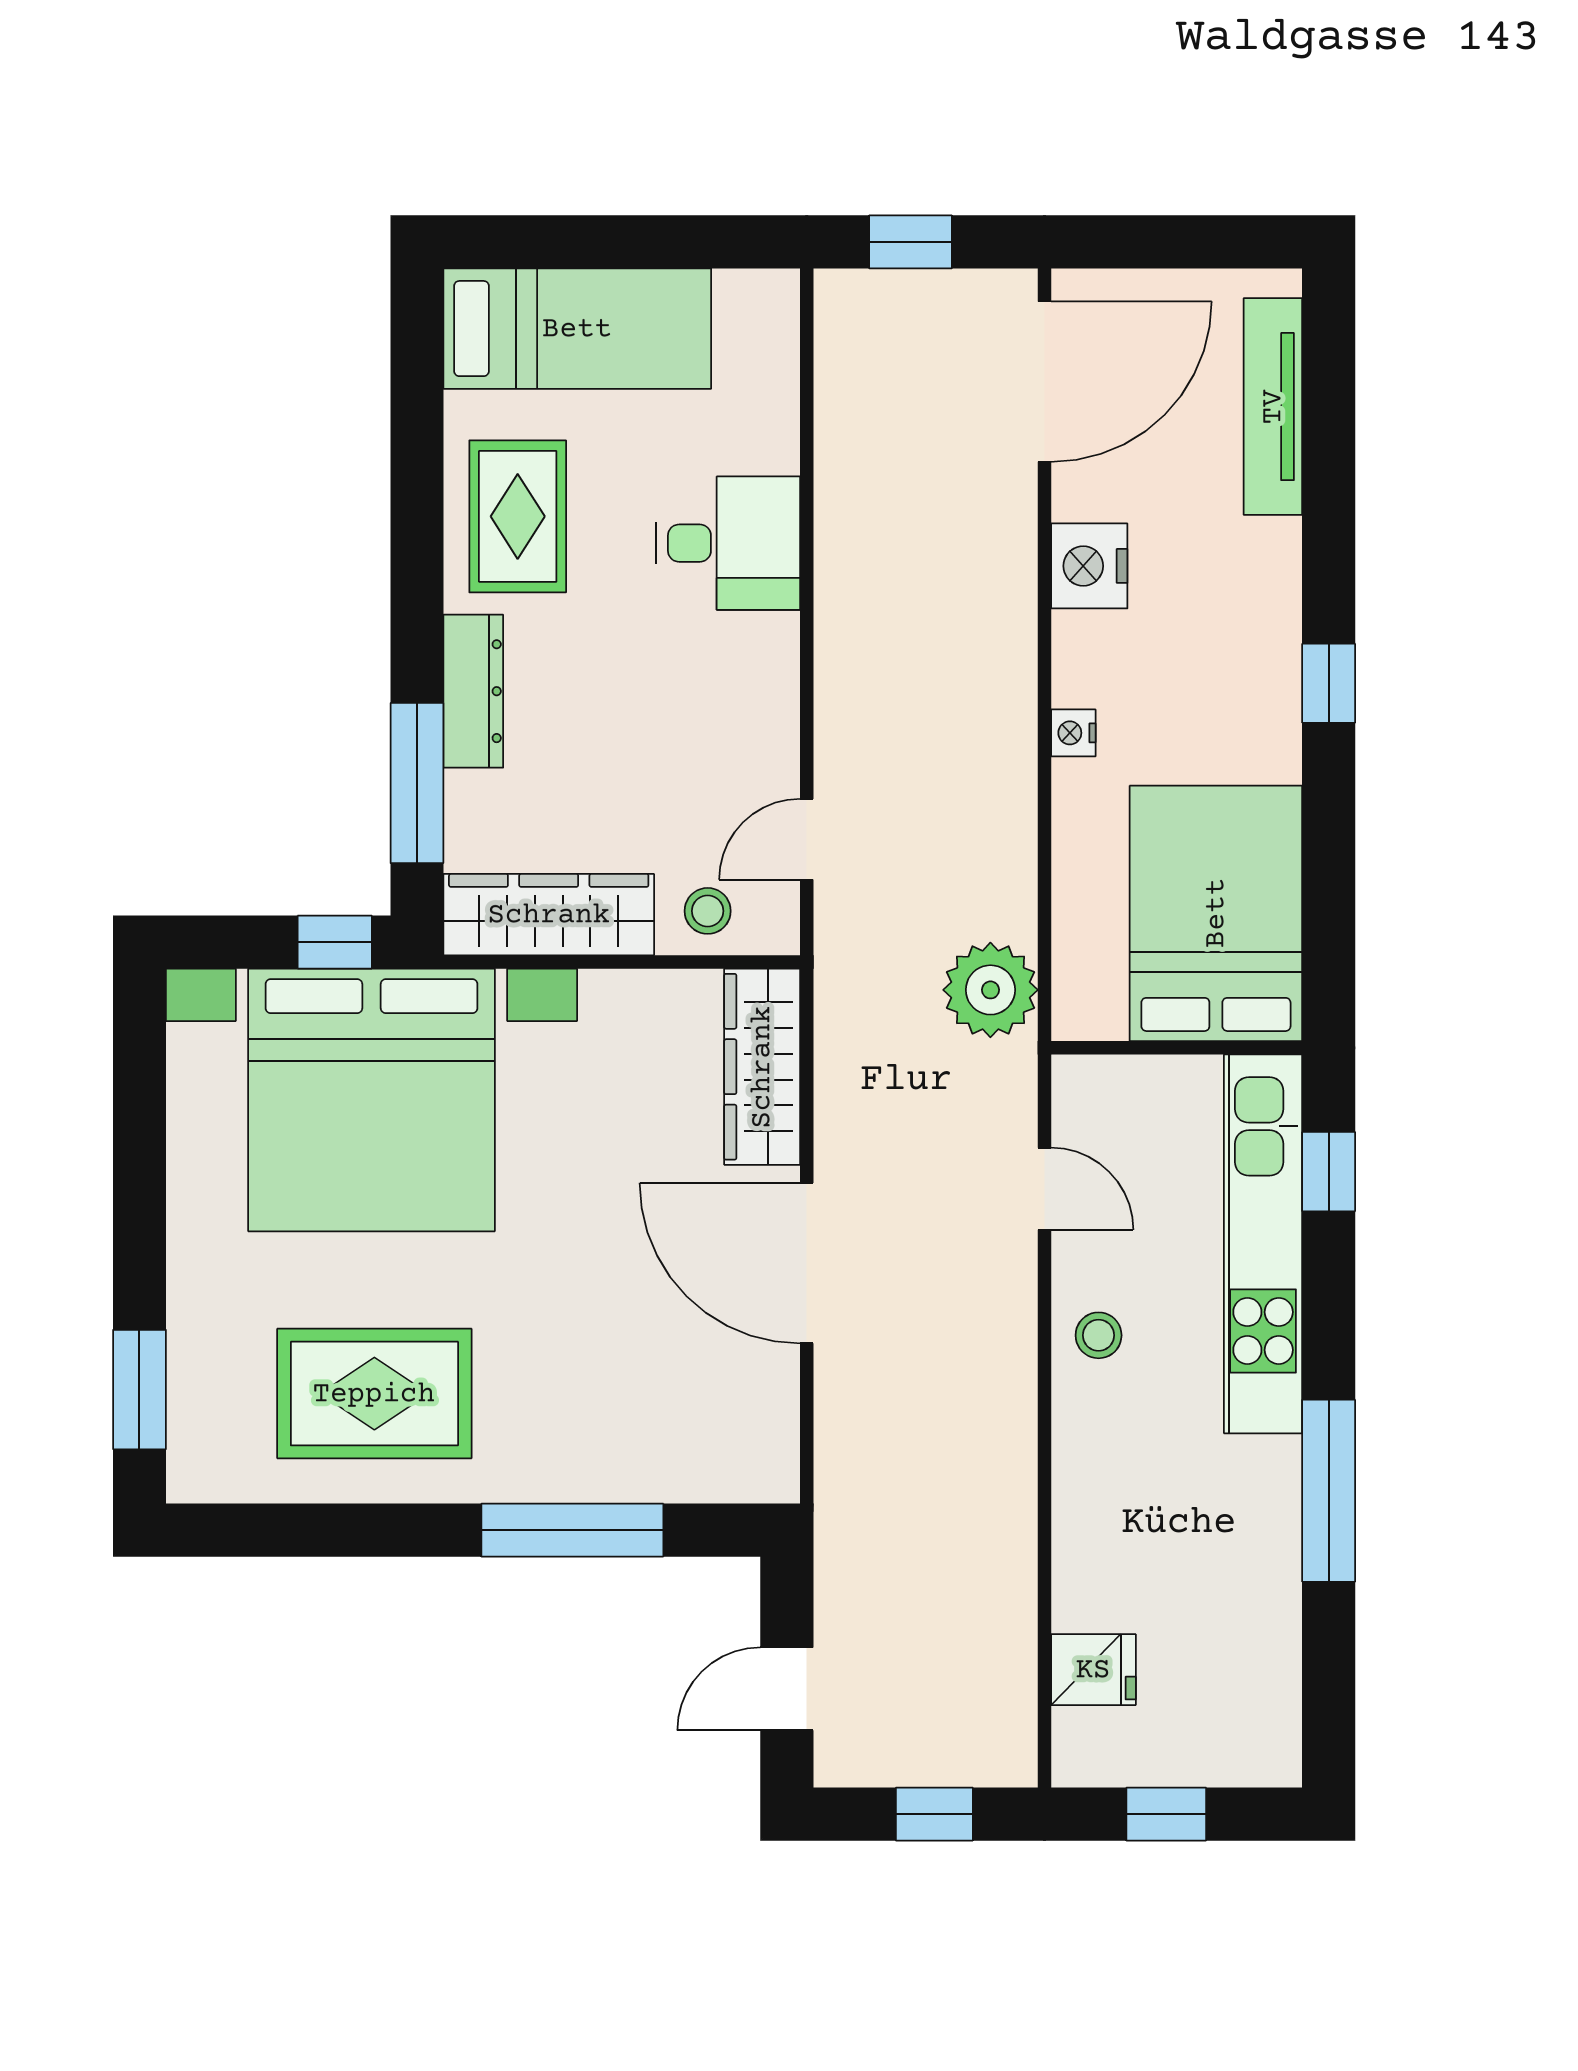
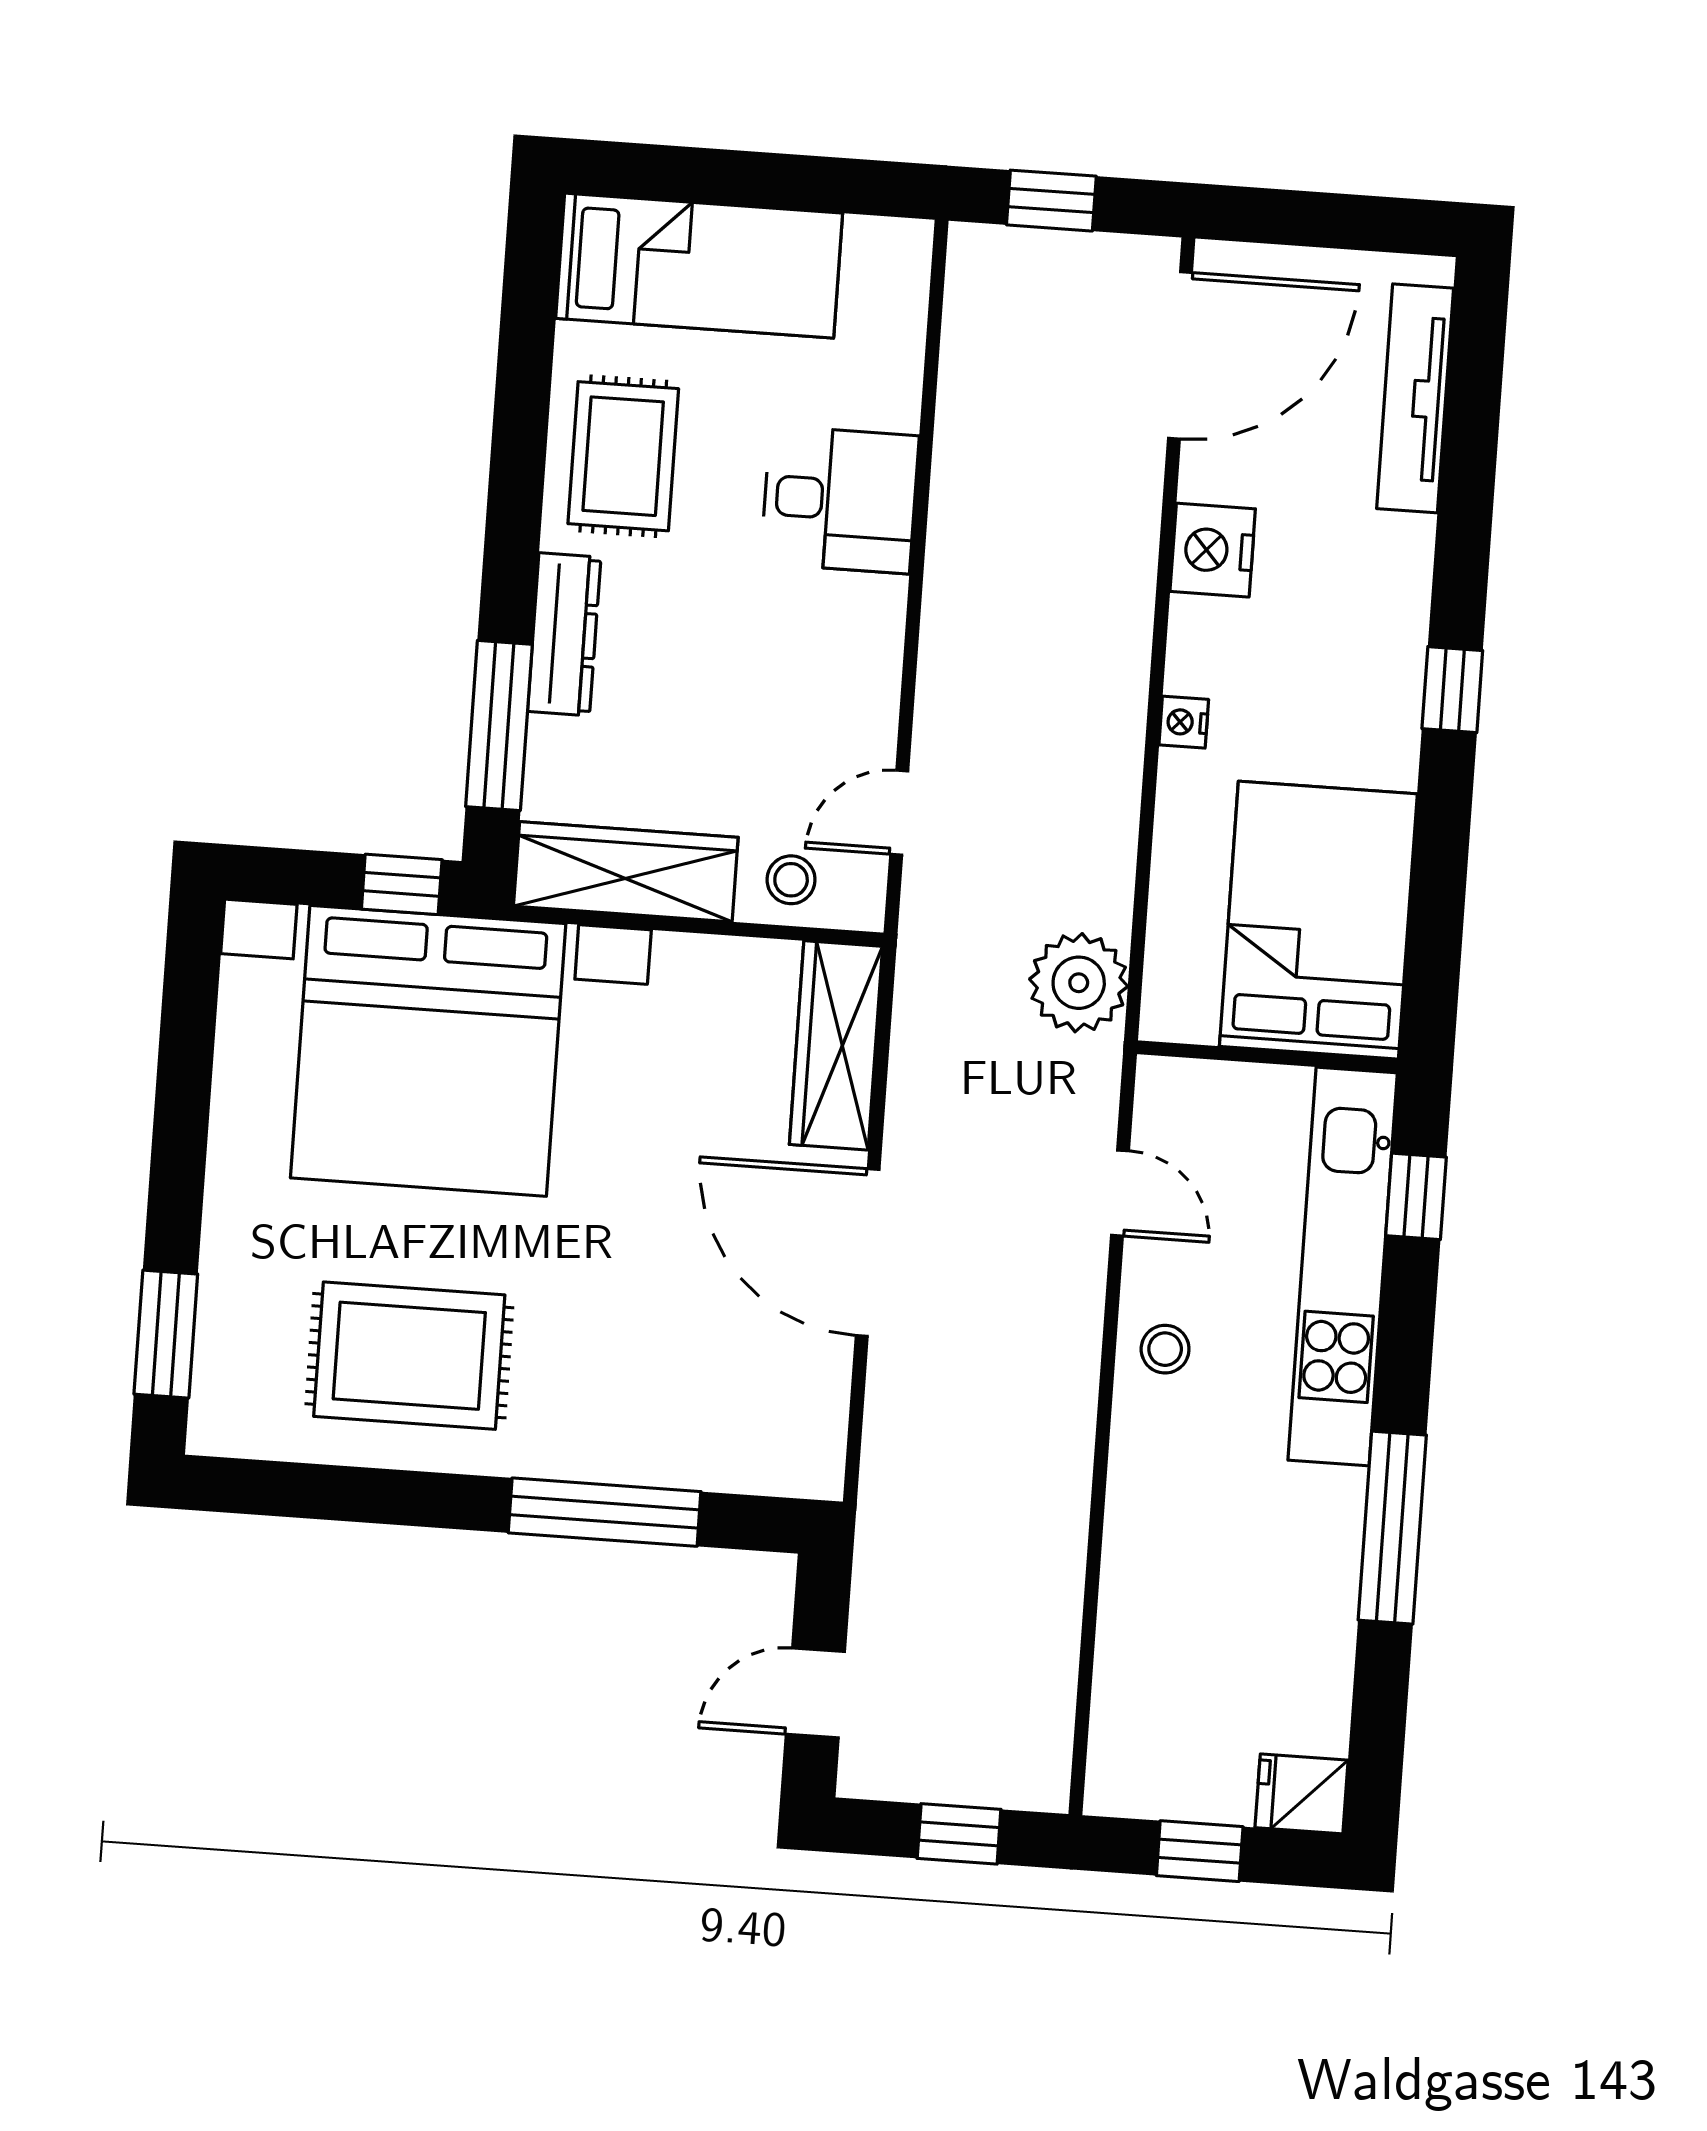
fridge: (1093, 1670) -> (1302, 1794), moved, turned 180

